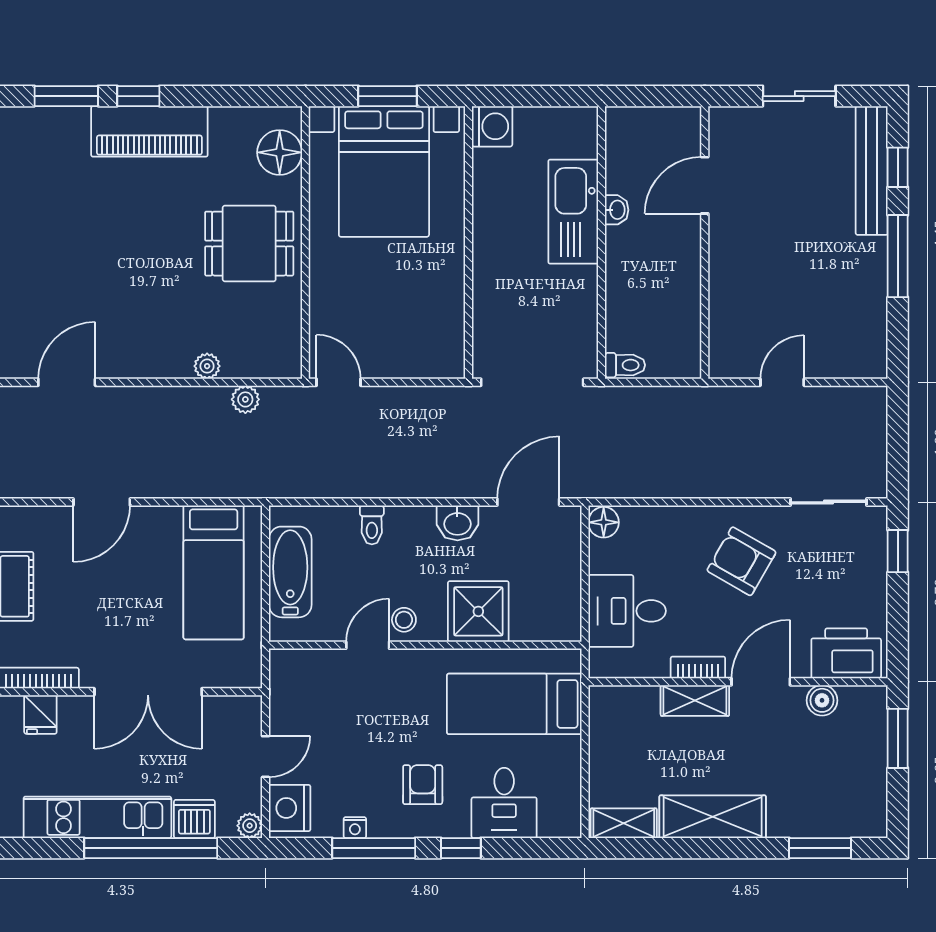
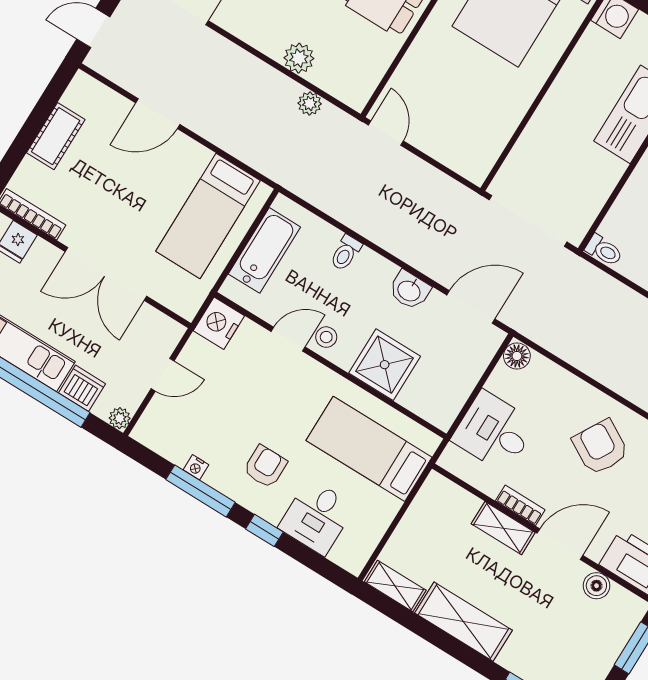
plant: (207, 366) -> (299, 58), width x1.38, depth x1.38
nightstand: (290, 808) -> (219, 323), moved

